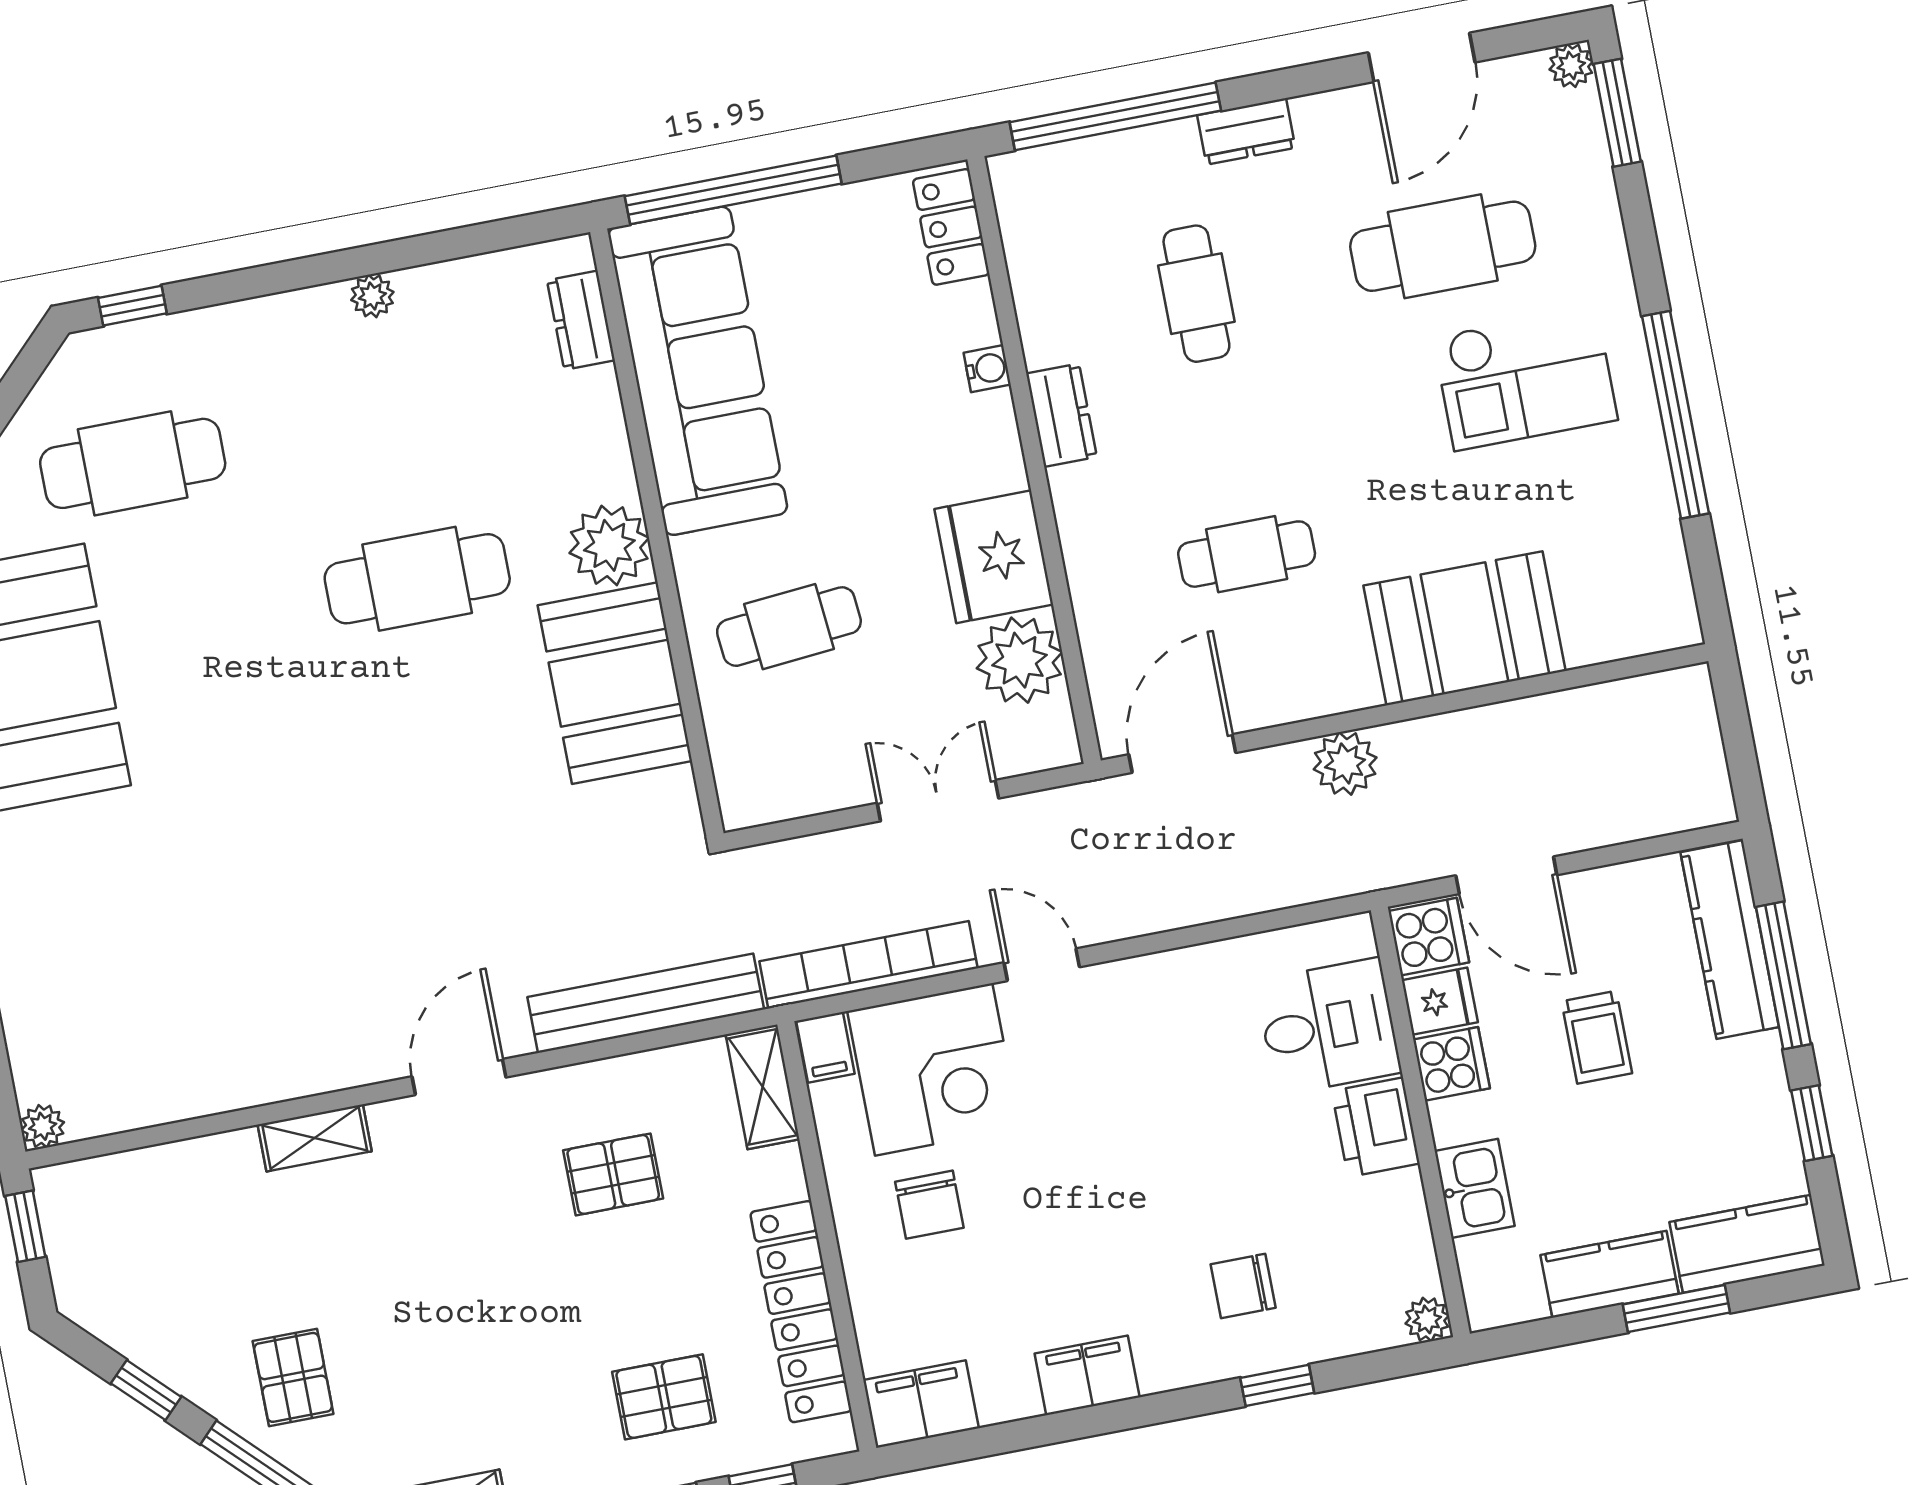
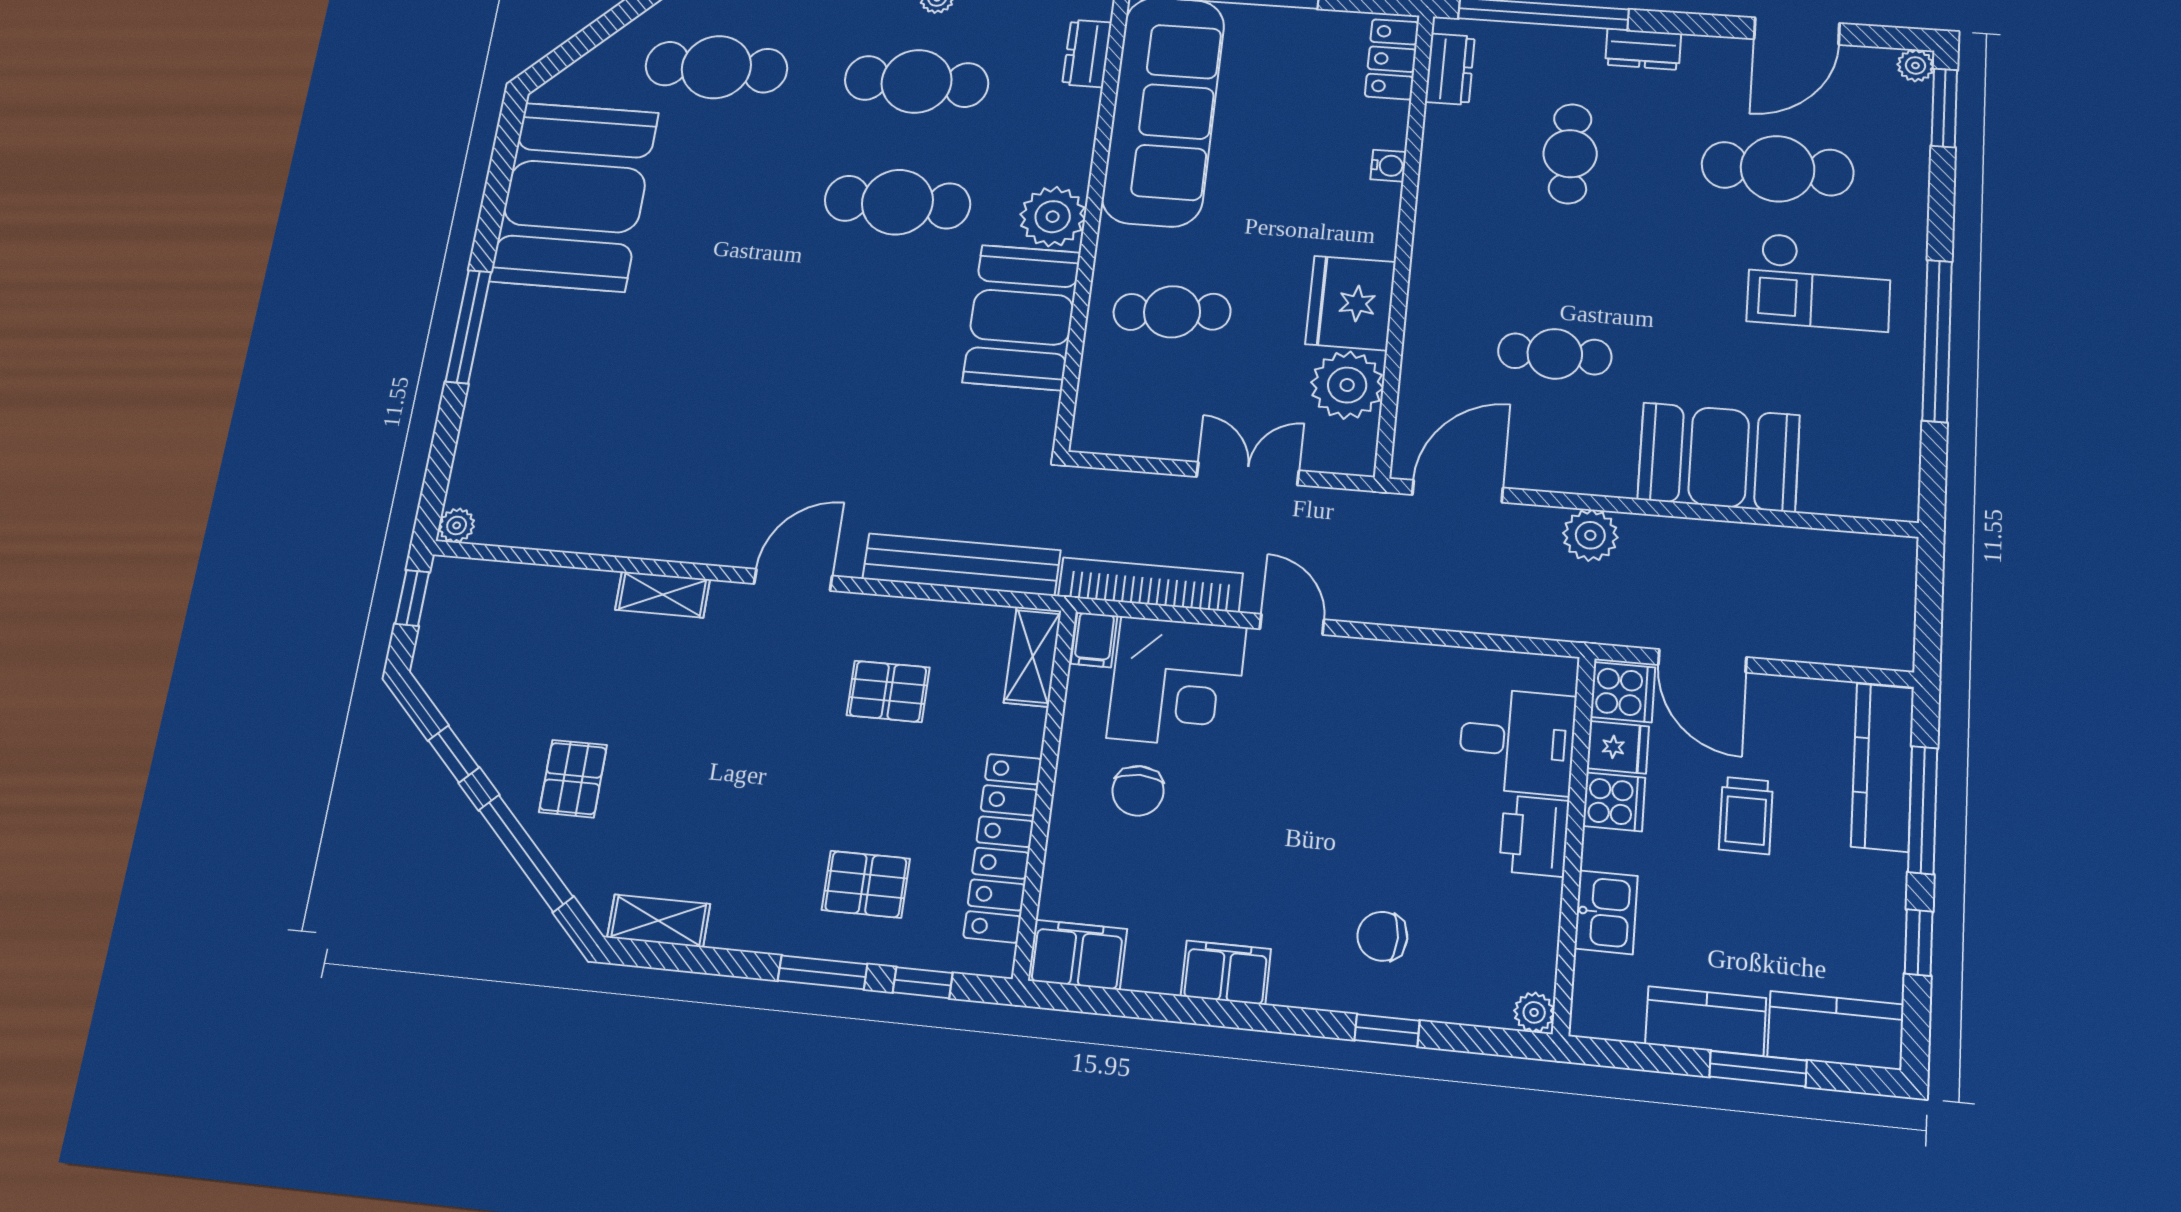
cafe table: (386, 415) -> (917, 81), added
dresser: (1061, 415) -> (1450, 69), moved

